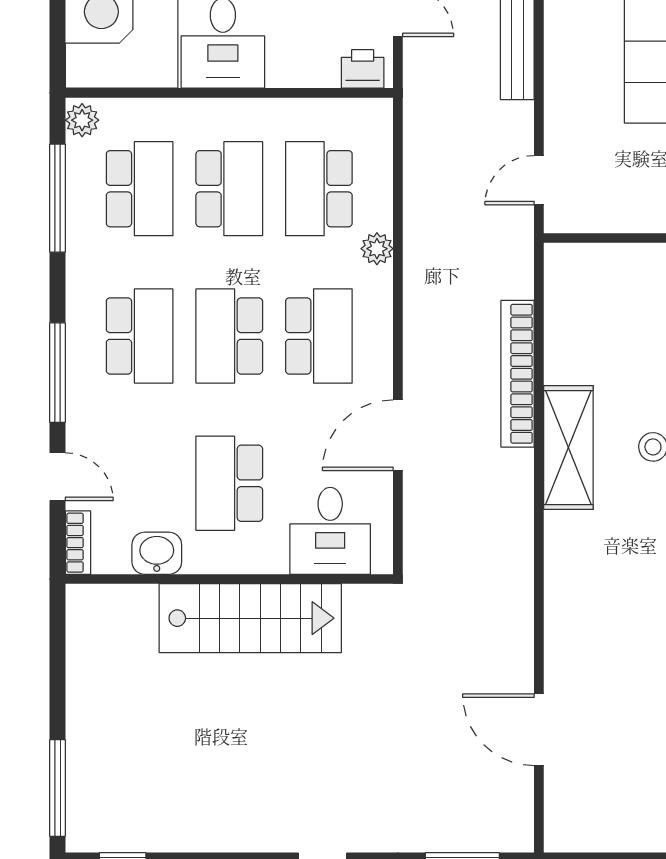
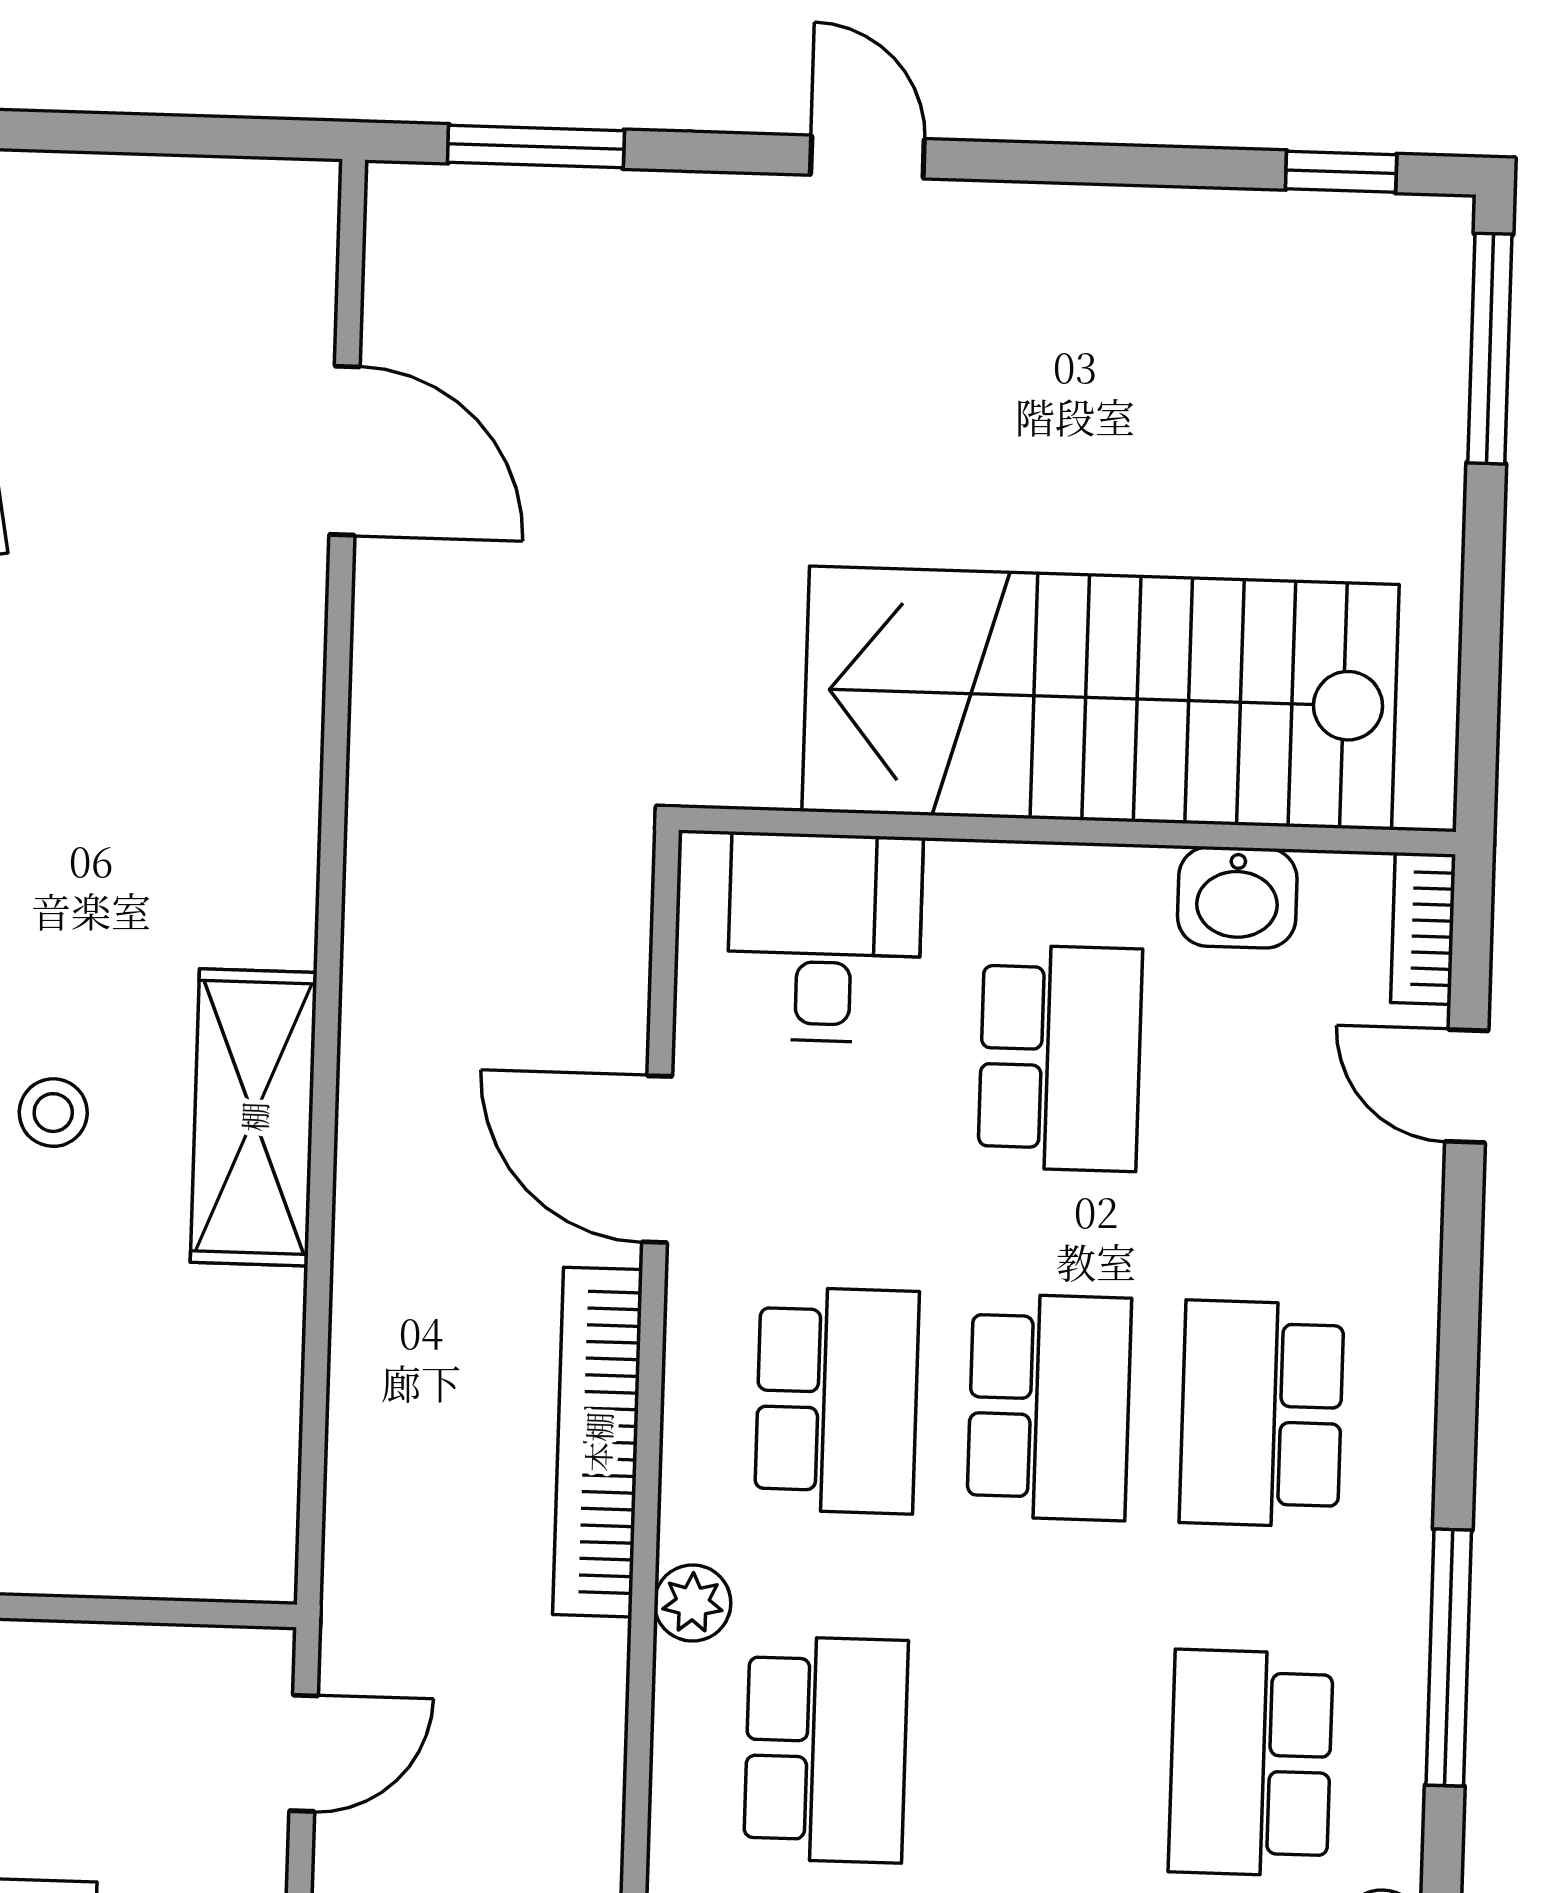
school desk: (229, 189) -> (1038, 1756), removed
window: (58, 198) -> (1449, 1658), moved
school desk: (319, 336) -> (837, 1400), turned 180
window: (58, 373) -> (1459, 1333), removed
bookcase: (518, 374) -> (598, 1442), moved, turned 180
door: (398, 435) -> (657, 1159), swing flipped
stairs: (250, 618) -> (1100, 698), width x1.36, depth x1.51

